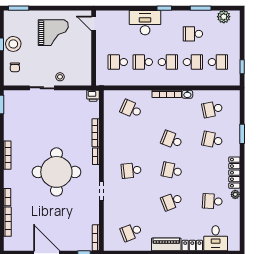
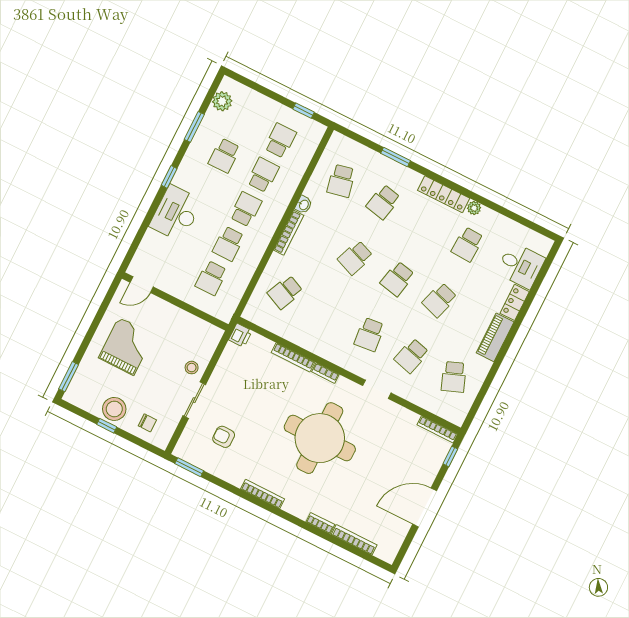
armchair: (29, 116) -> (224, 437), added
school desk: (131, 201) -> (412, 356), added
school desk: (172, 201) -> (440, 300), turned 39

